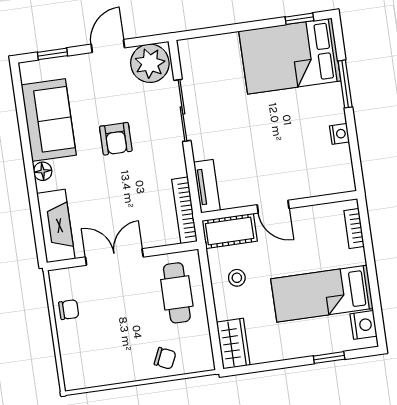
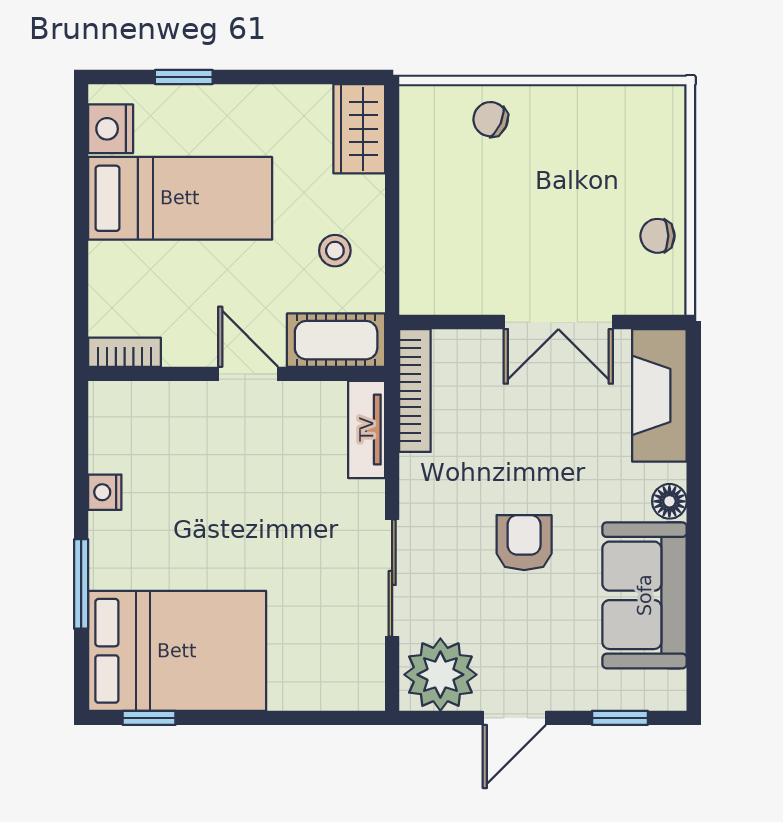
bookcase: (354, 228) -> (125, 352), moved, turned -90
cafe table: (177, 293) -> (451, 238), removed

